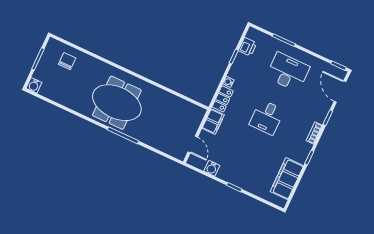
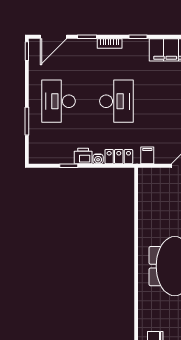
printer: (248, 47) -> (83, 156), moved
desk: (267, 117) -> (116, 101), width x1.37
filing cabinet: (213, 122) -> (147, 155), width x0.50

